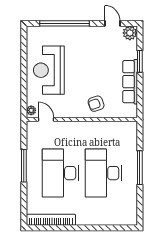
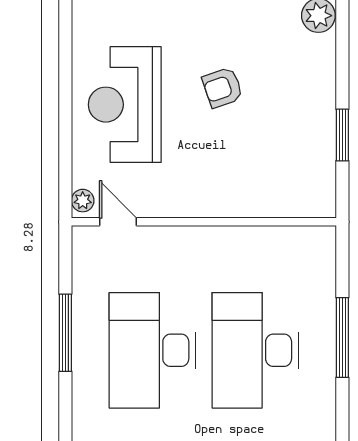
window: (140, 61) -> (342, 135), moved
row of seats: (130, 82) -> (319, 132), removed
armchair: (96, 104) -> (222, 88), moved

